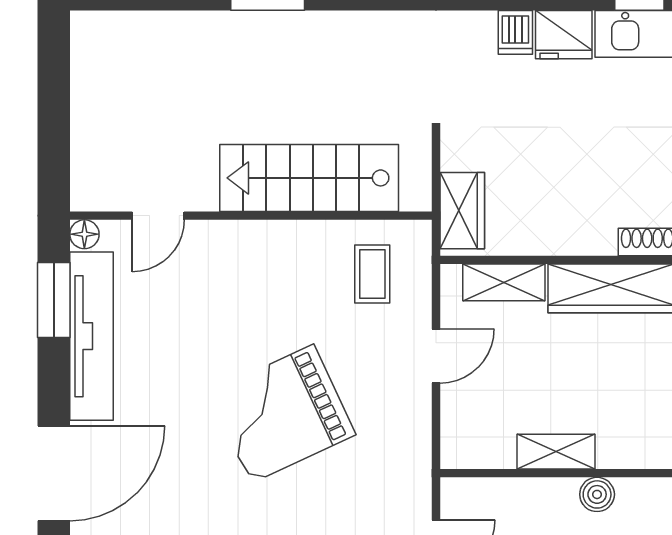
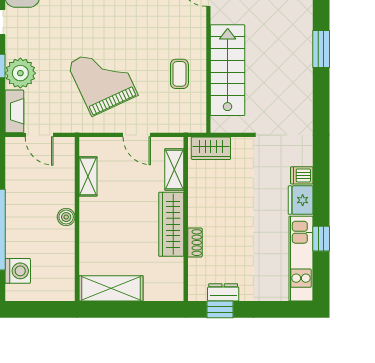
coffee table: (372, 274) -> (179, 74), moved, turned 90
grand piano: (282, 414) -> (103, 79), moved
shelving: (556, 452) -> (88, 176), moved

